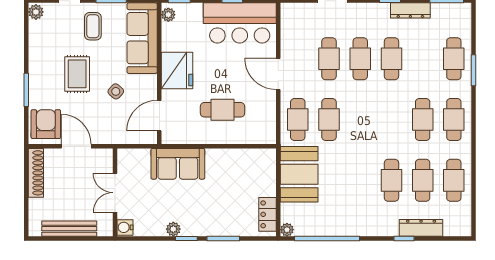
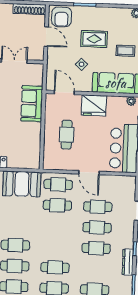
door: (278, 74) -> (89, 173), swing flipped
armchair: (46, 124) -> (62, 17), turned 90
door: (76, 146) -> (46, 37), hinge flipped

